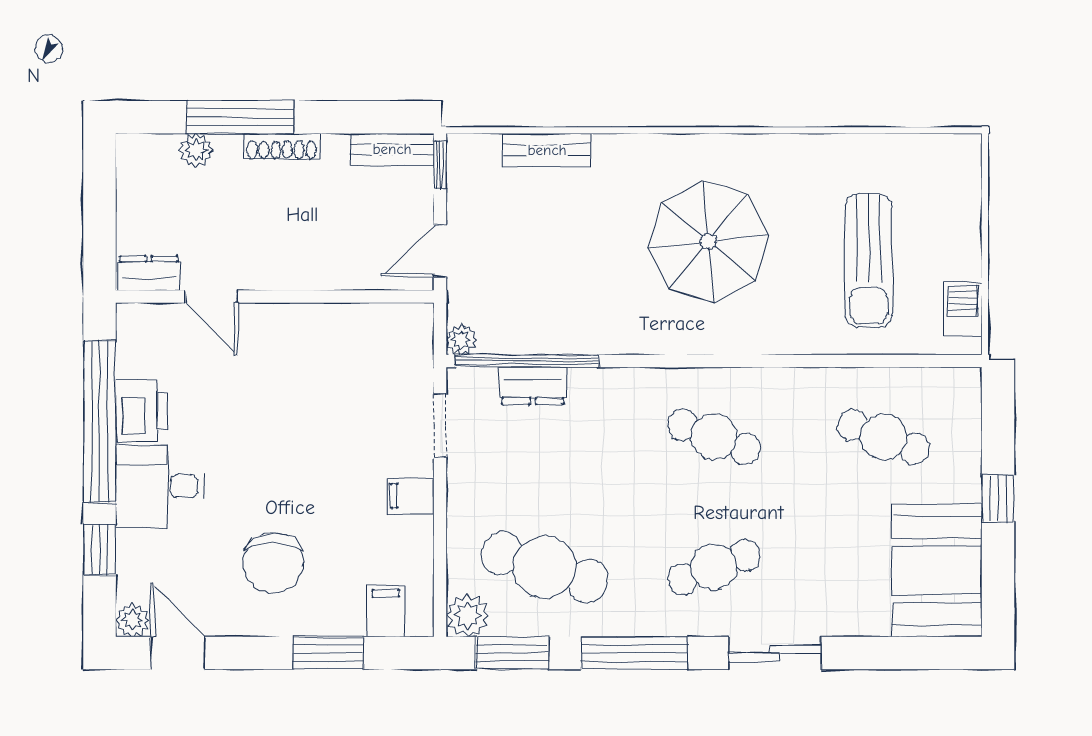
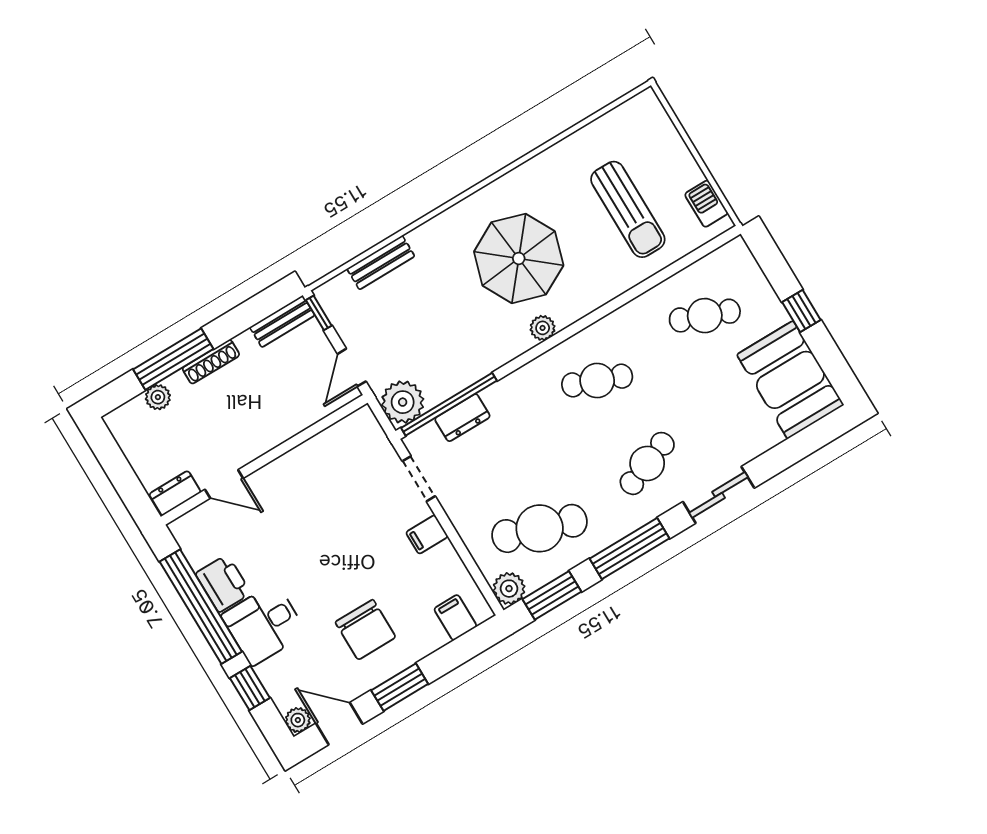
plant: (688, 338) -> (543, 328), added
plant: (461, 340) -> (403, 402), width x1.87, depth x1.87
window: (328, 653) -> (400, 687), moved

